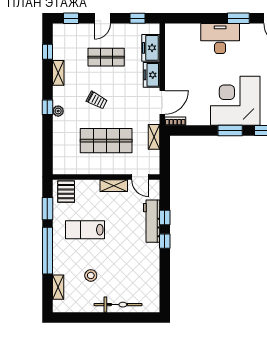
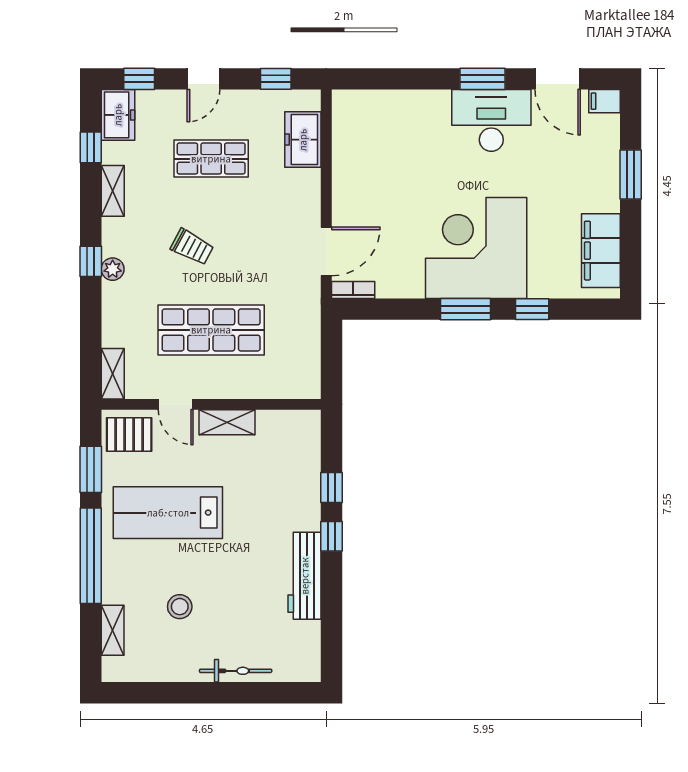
desk: (220, 39) -> (491, 120), moved
freezer: (152, 75) -> (118, 115), moved, turned 180
shelving: (154, 137) -> (113, 374), moved
door: (140, 177) -> (176, 404), moved
pallet: (66, 192) -> (129, 434), turned 90
workbench: (152, 221) -> (305, 576), moved
lab bench: (85, 230) -> (168, 513), width x1.36, depth x1.39
bicycle: (118, 305) -> (236, 671), width x0.73, depth x0.71

